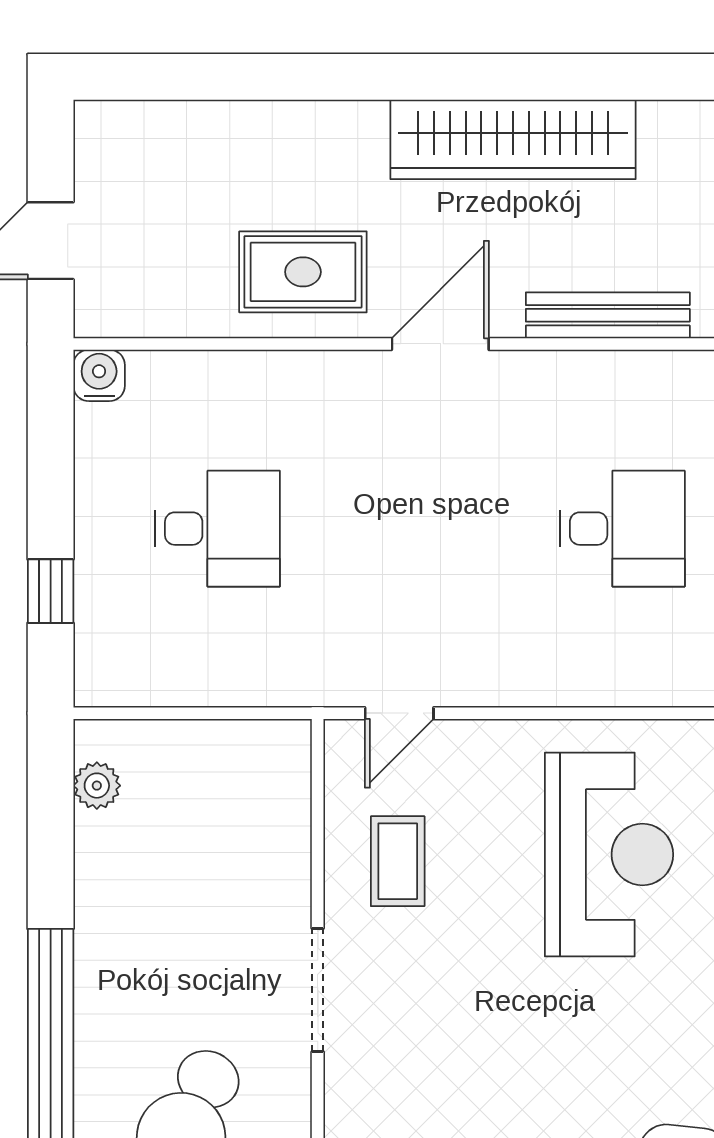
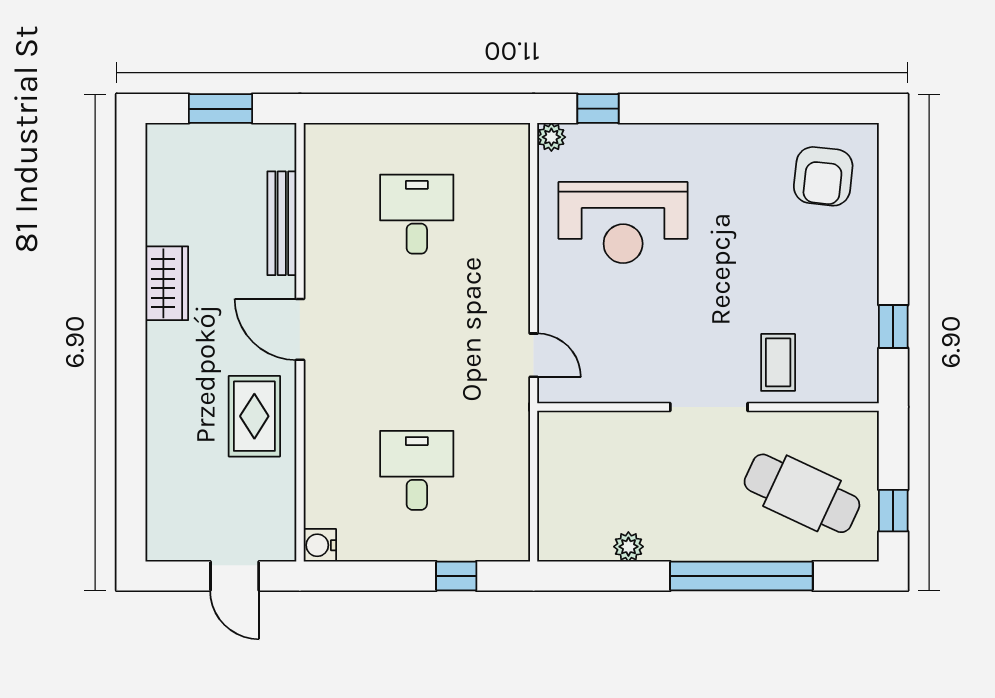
wardrobe: (513, 139) -> (167, 283), width x0.48, depth x0.85
plant: (97, 786) -> (628, 547), moved
reception desk: (609, 855) -> (623, 223), turned 180
coffee table: (398, 861) -> (778, 362), moved, turned 90

